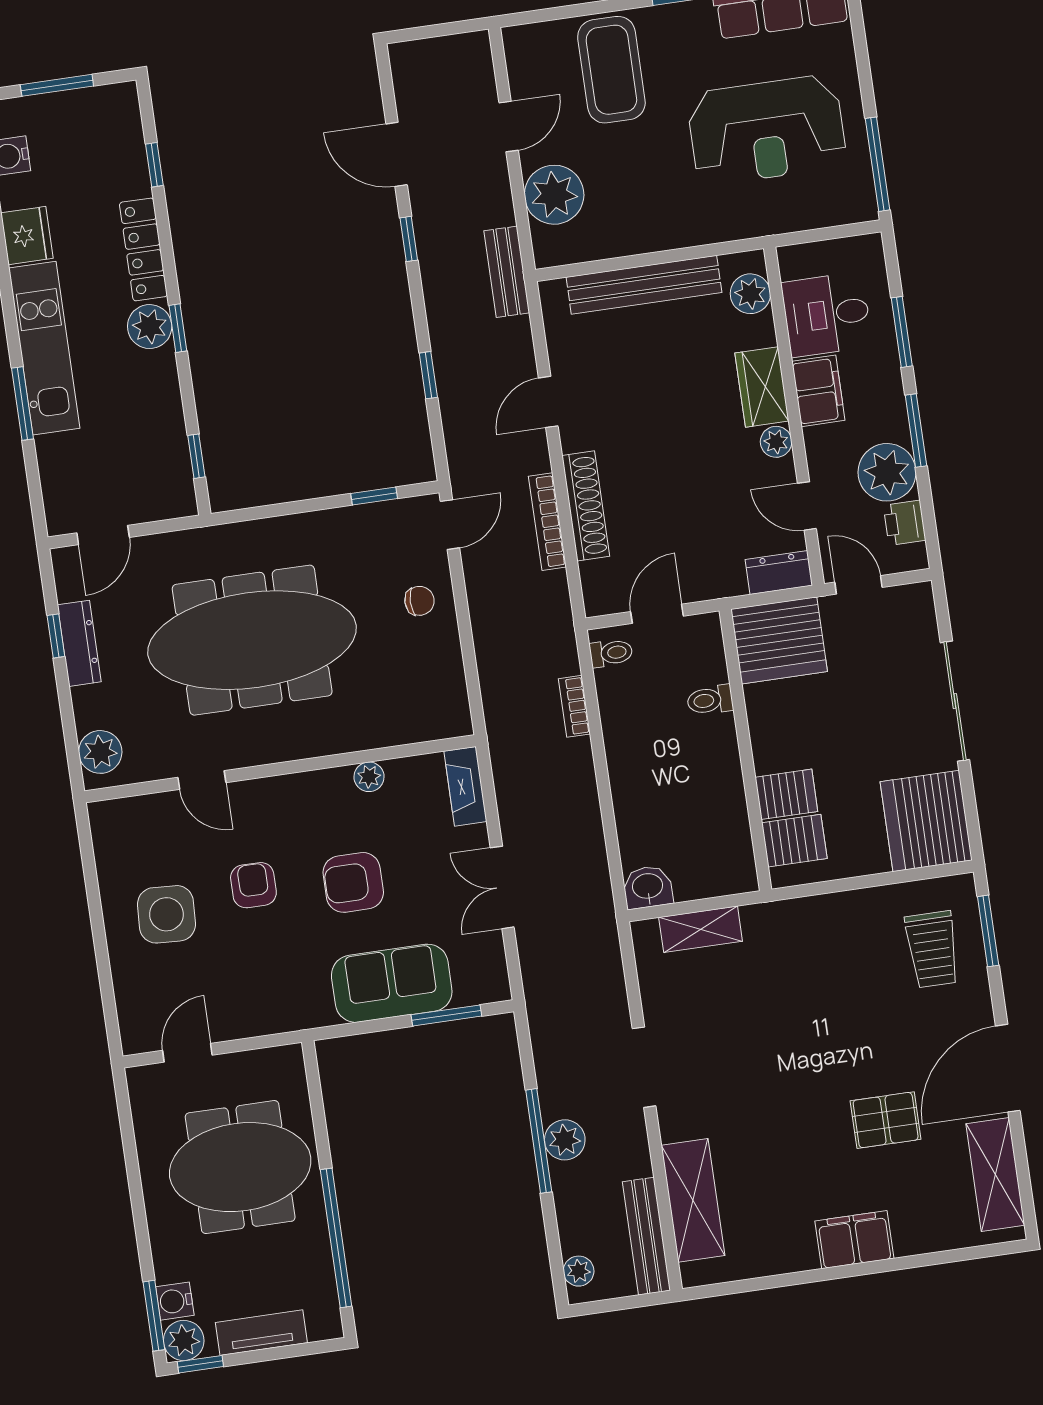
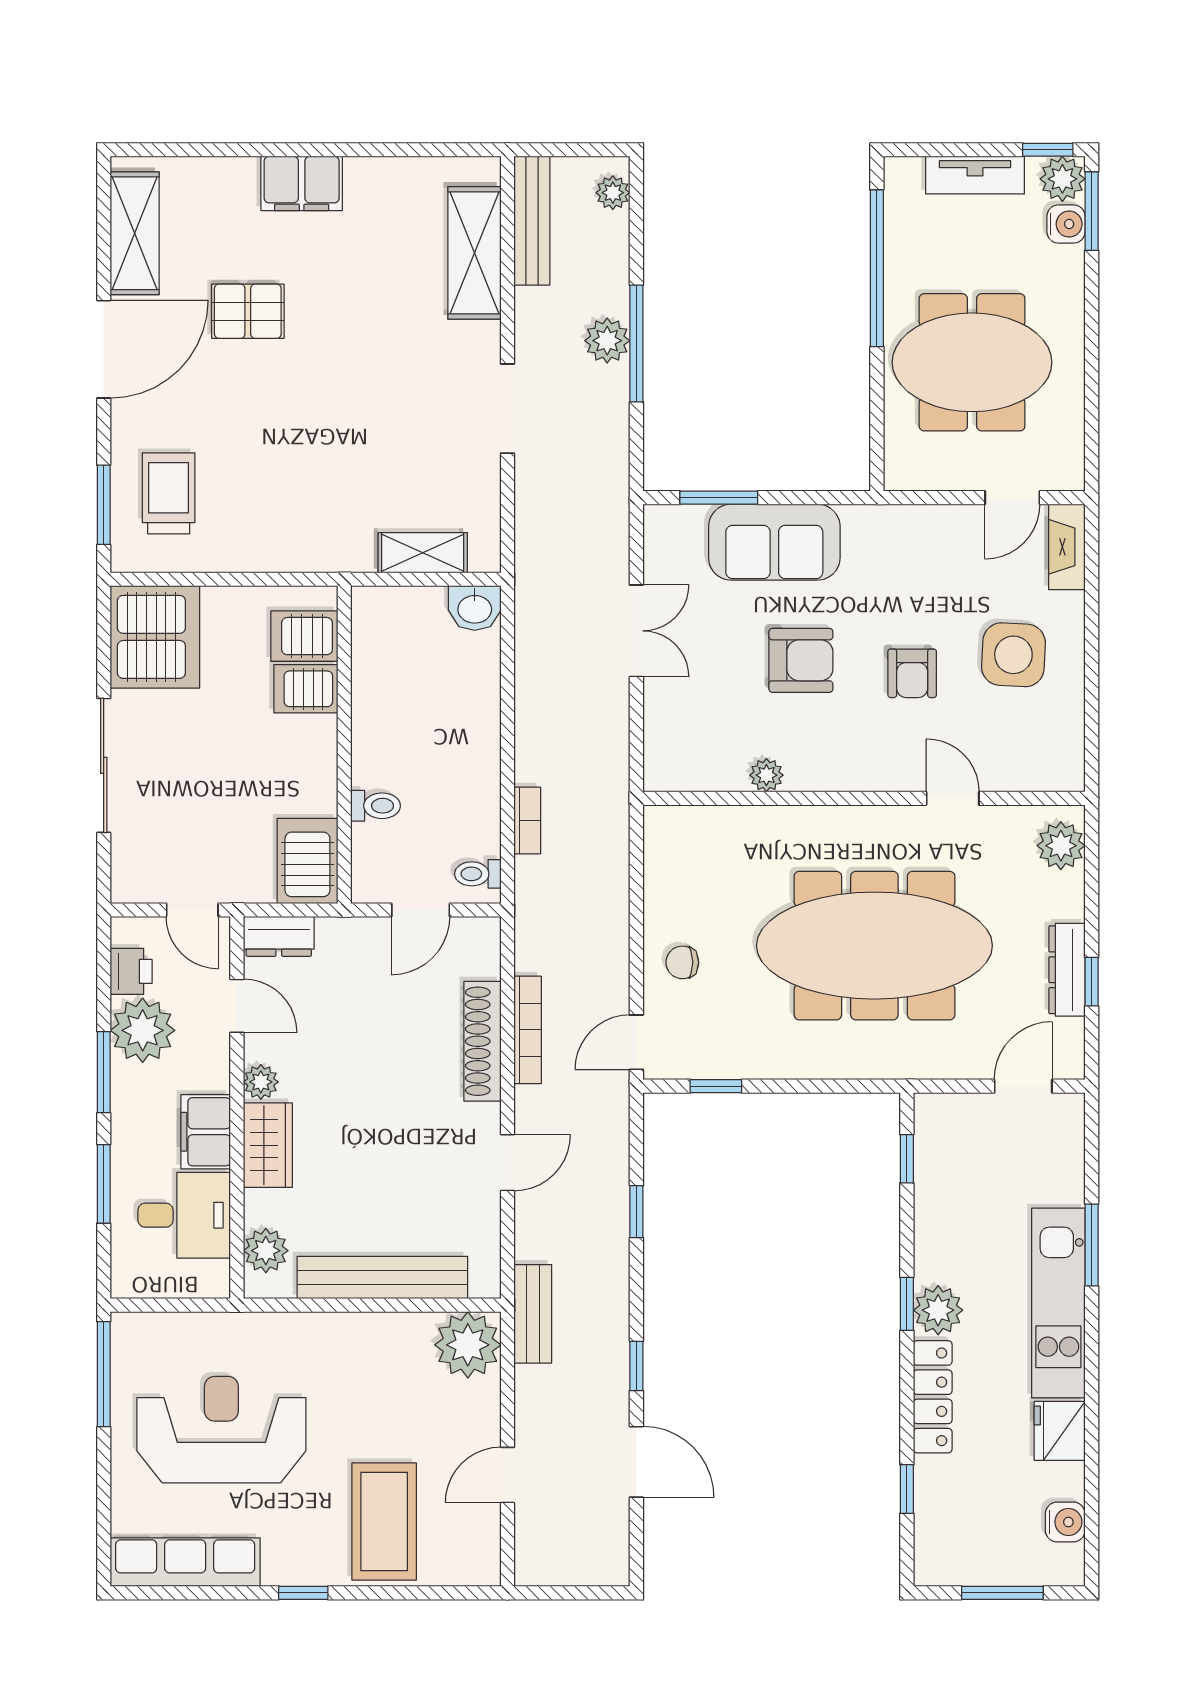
plant: (554, 195) -> (468, 1345), moved
server rack: (779, 640) -> (307, 861), width x0.62
fireplace: (465, 786) -> (1067, 547), moved, turned 180

